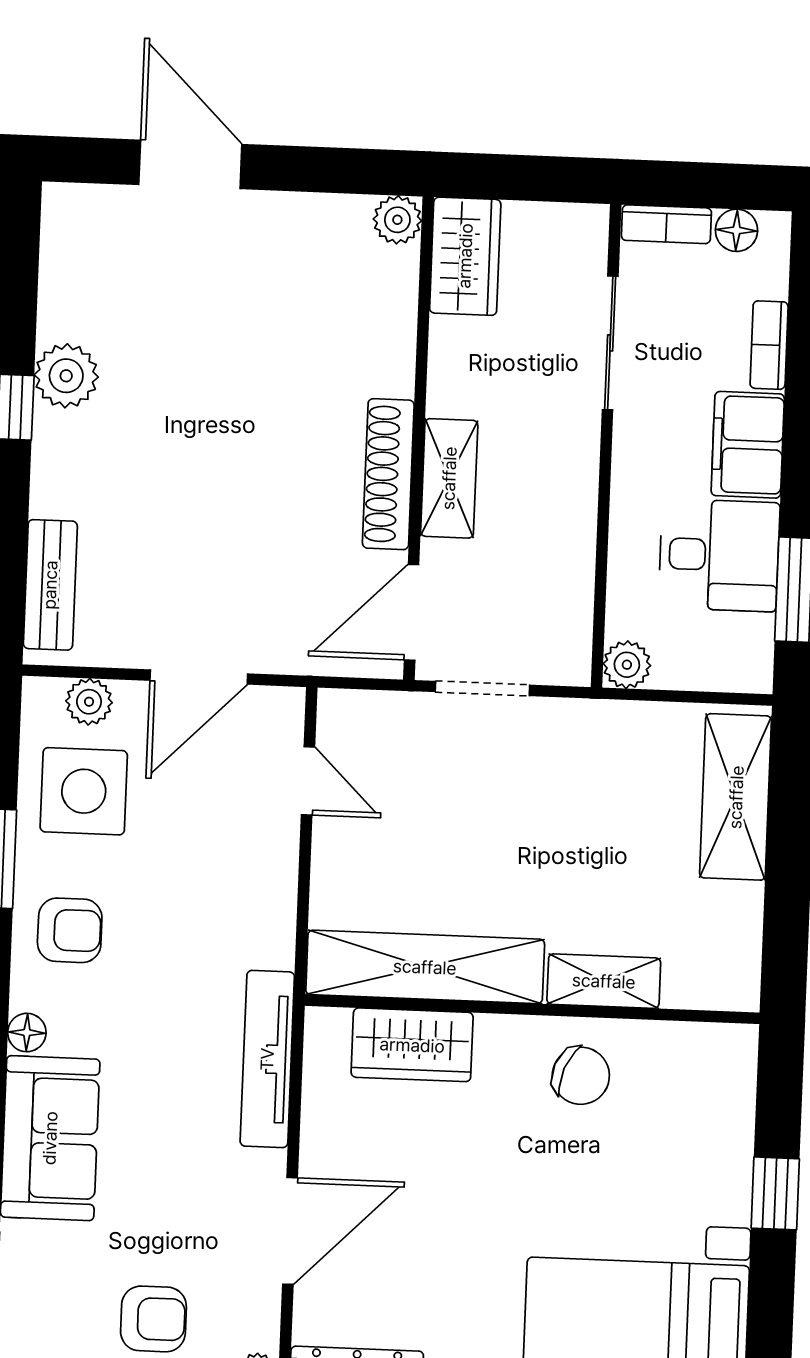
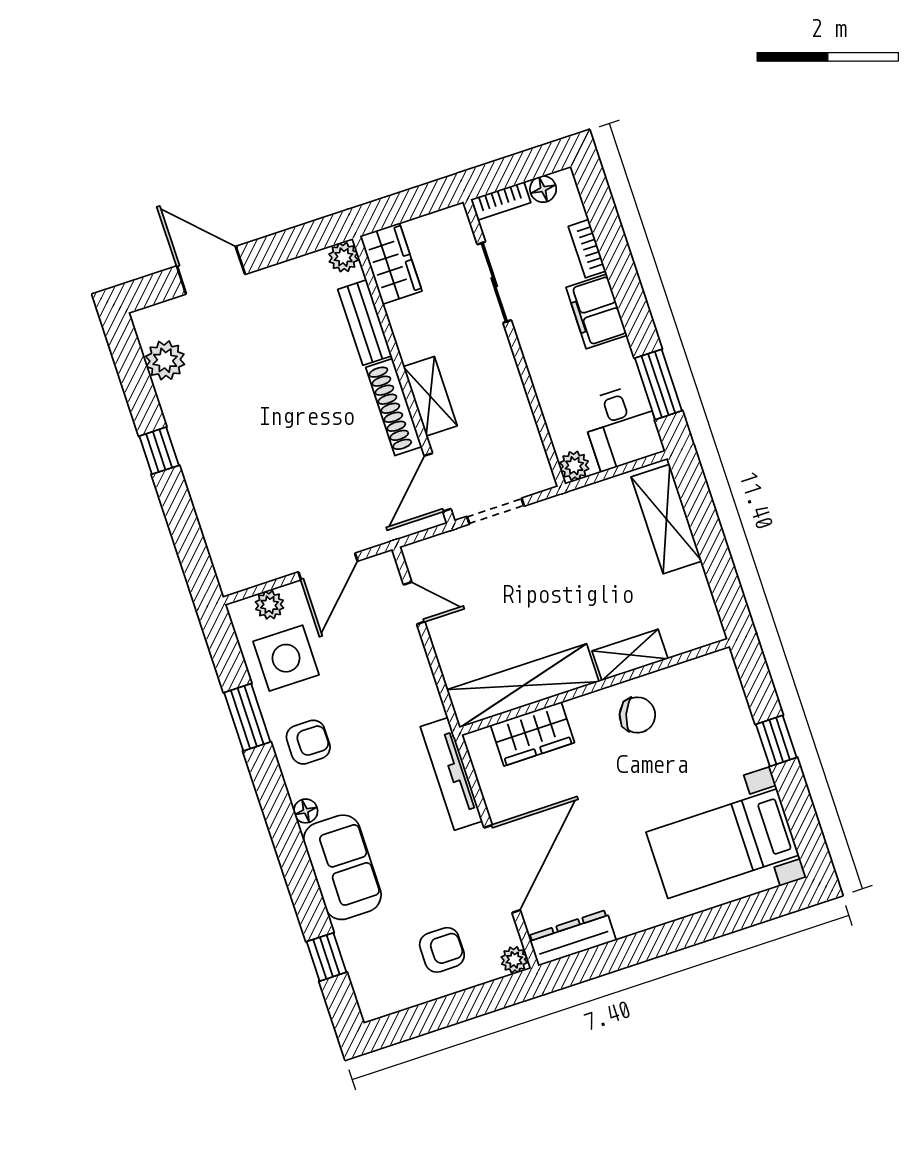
plant: (66, 376) -> (165, 360), moved
desk: (719, 555) -> (622, 427), moved, turned 90
bench: (50, 585) -> (365, 323), moved
door: (290, 1231) -> (502, 869), width x1.36

